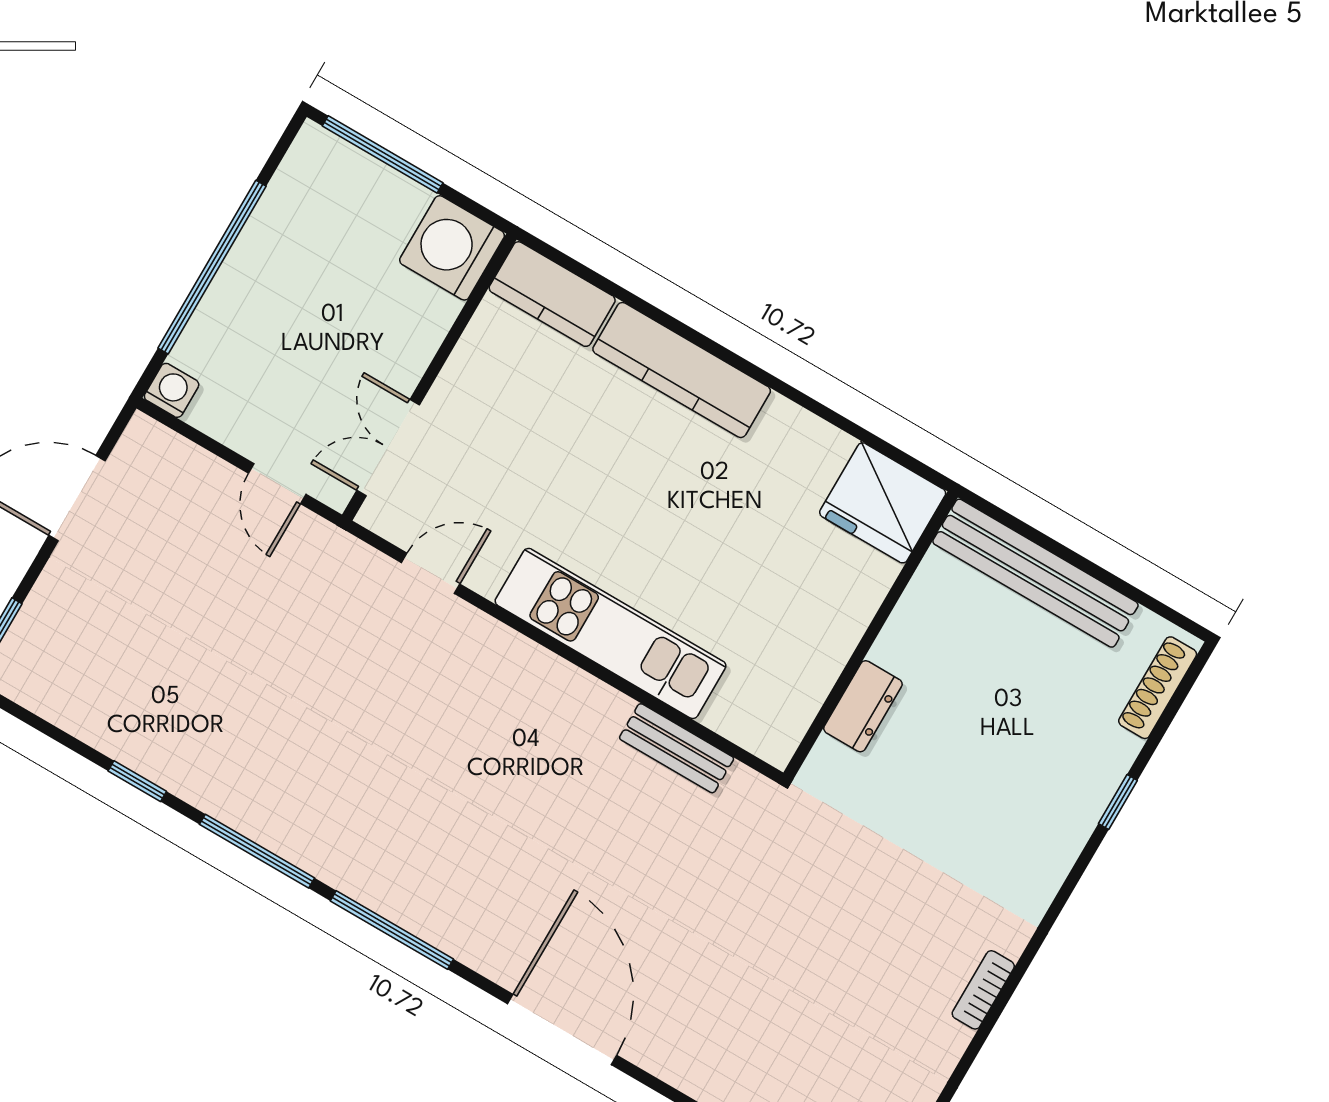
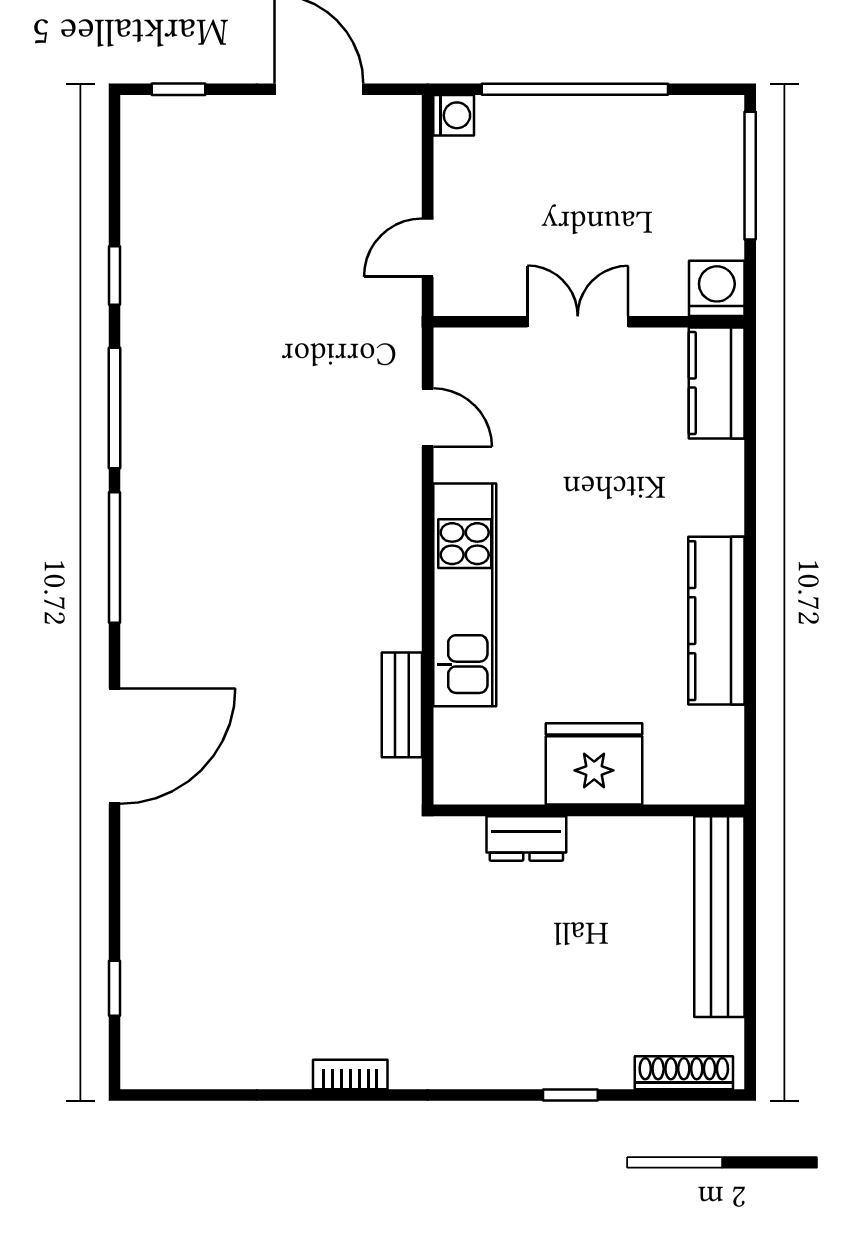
washing machine: (452, 248) -> (717, 288), width x0.73, depth x0.73
kitchen counter: (682, 370) -> (716, 621), moved
double door: (388, 448) -> (578, 322), moved
fridge: (883, 503) -> (594, 764), moved, turned 90

